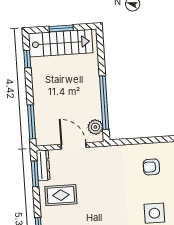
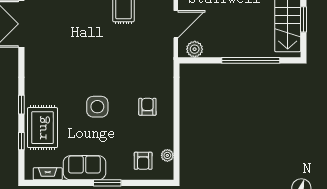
window: (104, 103) -> (251, 60), moved

